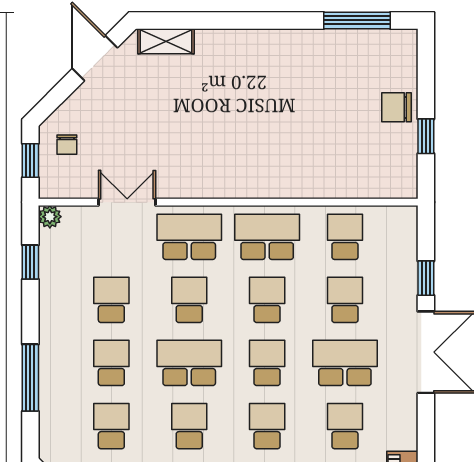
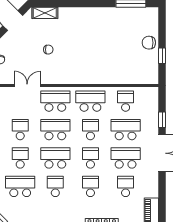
chair: (174, 122) -> (48, 50), added
school desk: (189, 300) -> (55, 130), width x1.85
school desk: (345, 300) -> (126, 130), width x1.85
school desk: (111, 426) -> (20, 186), width x1.85

